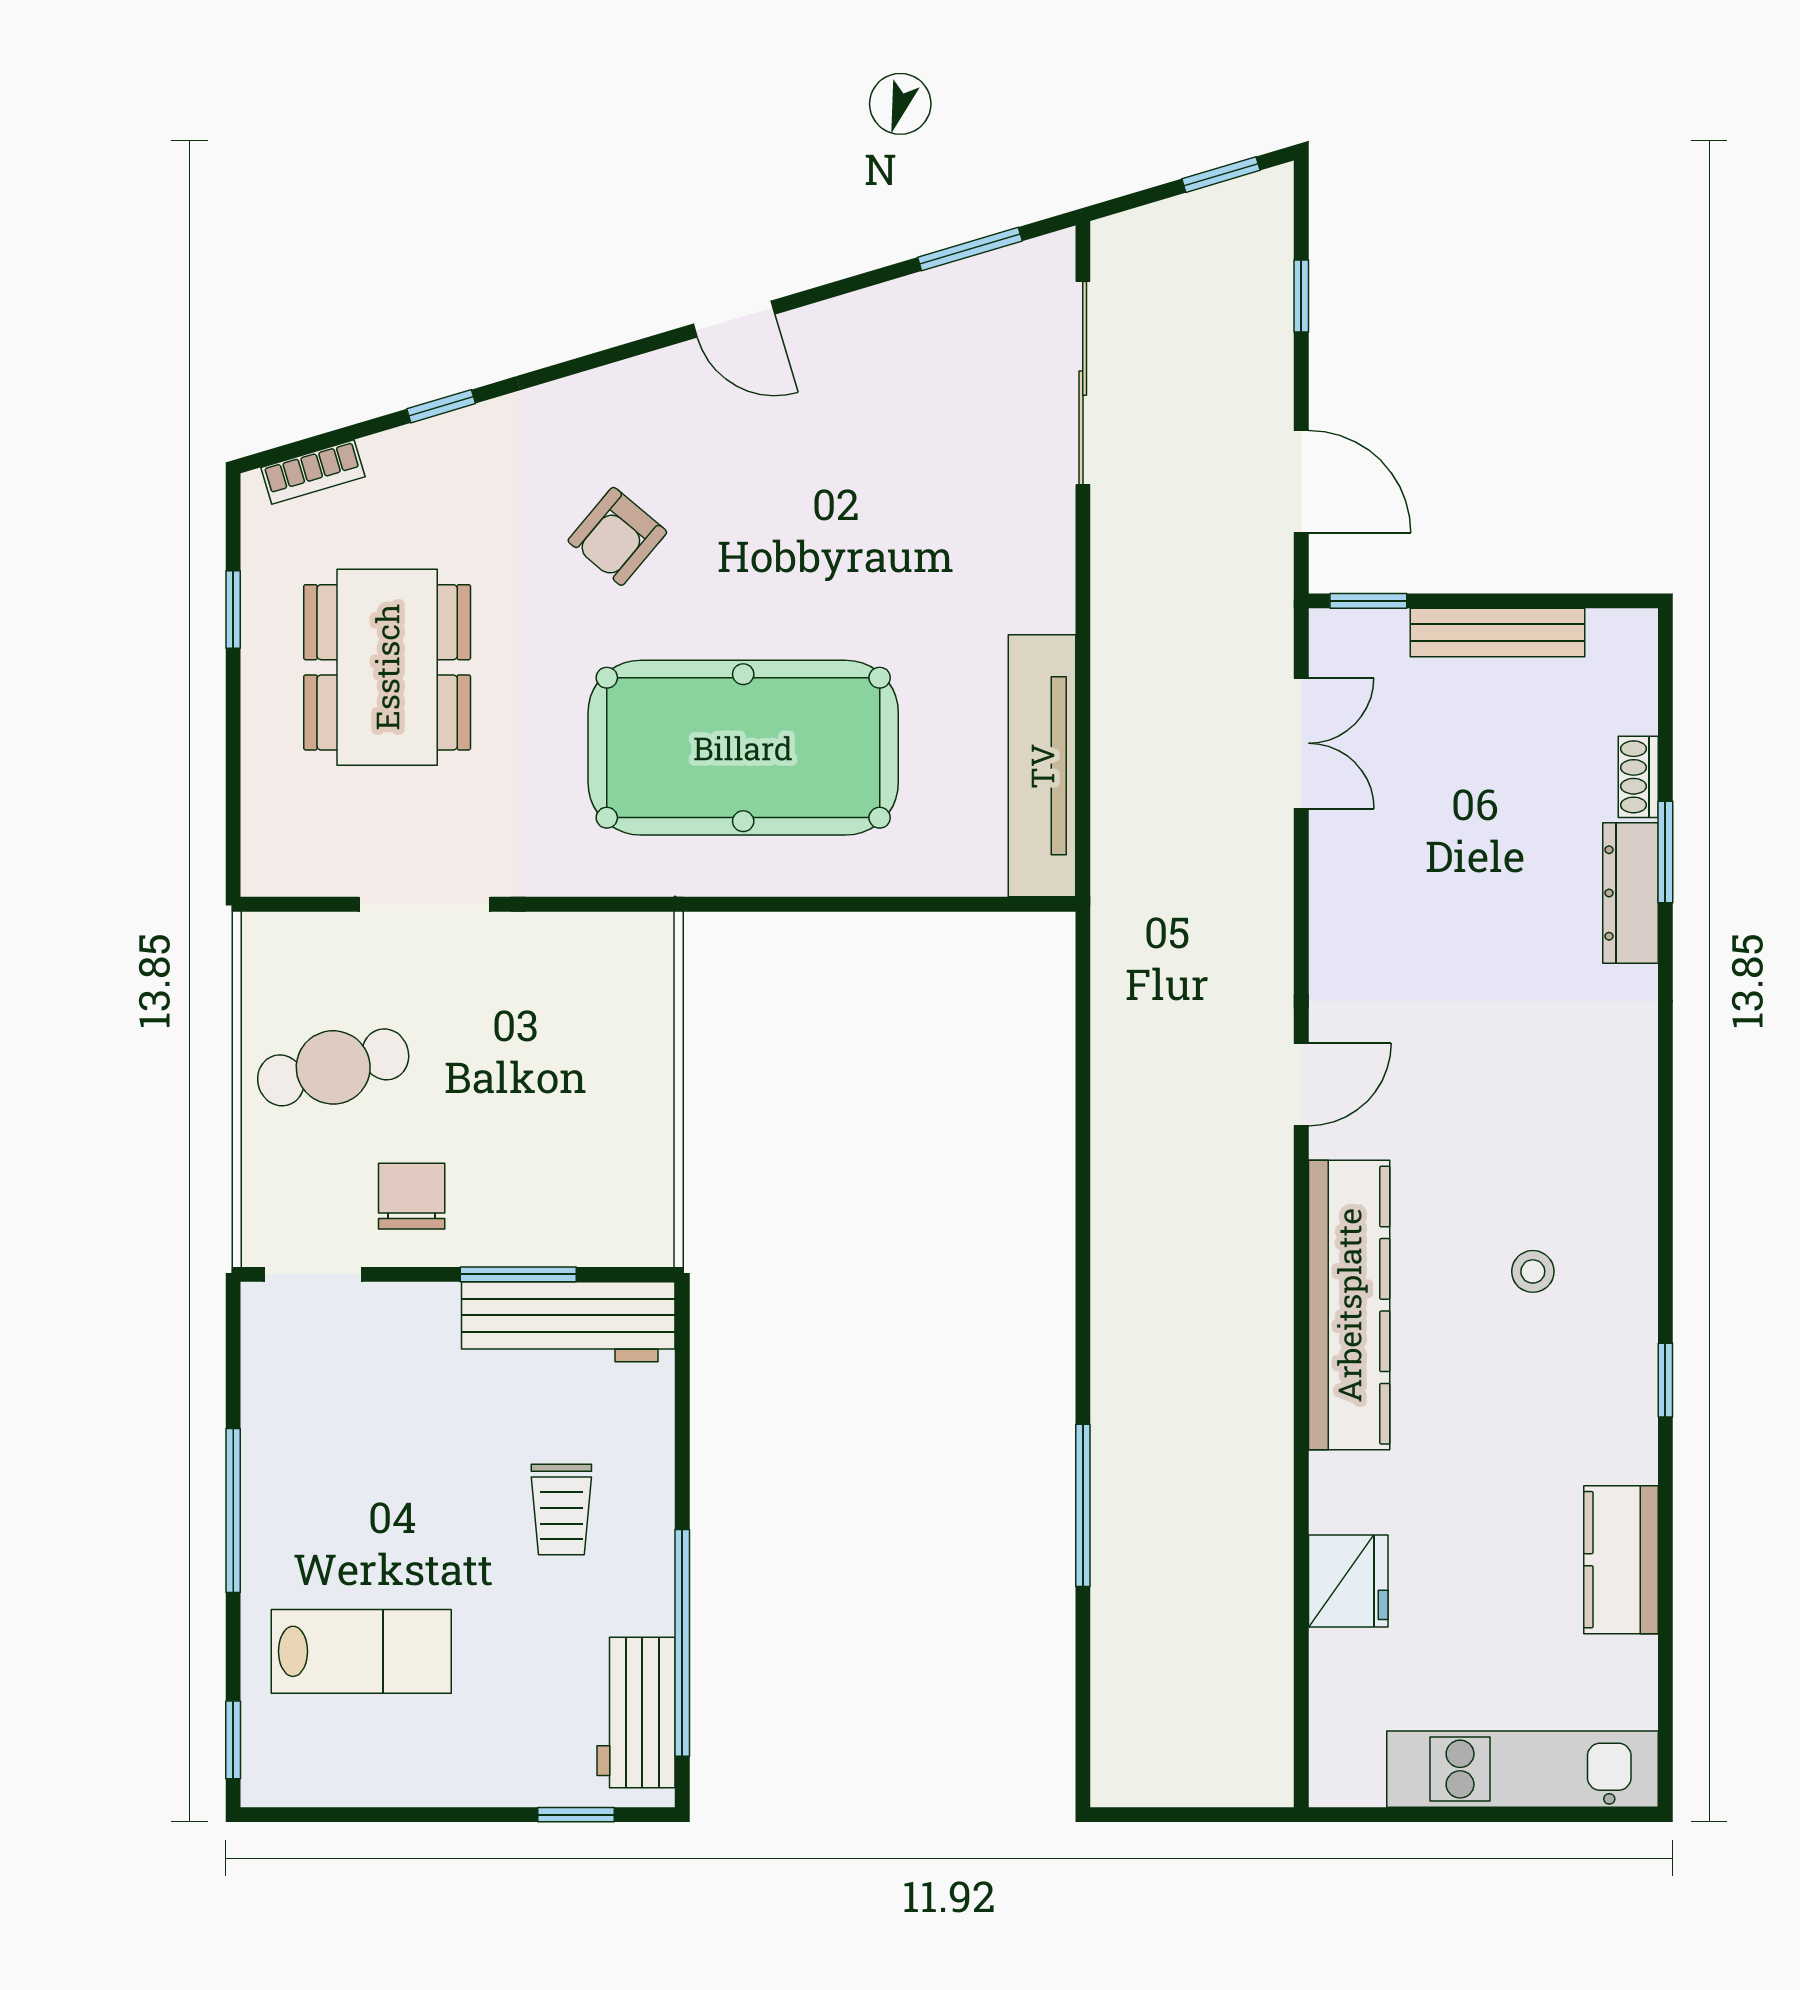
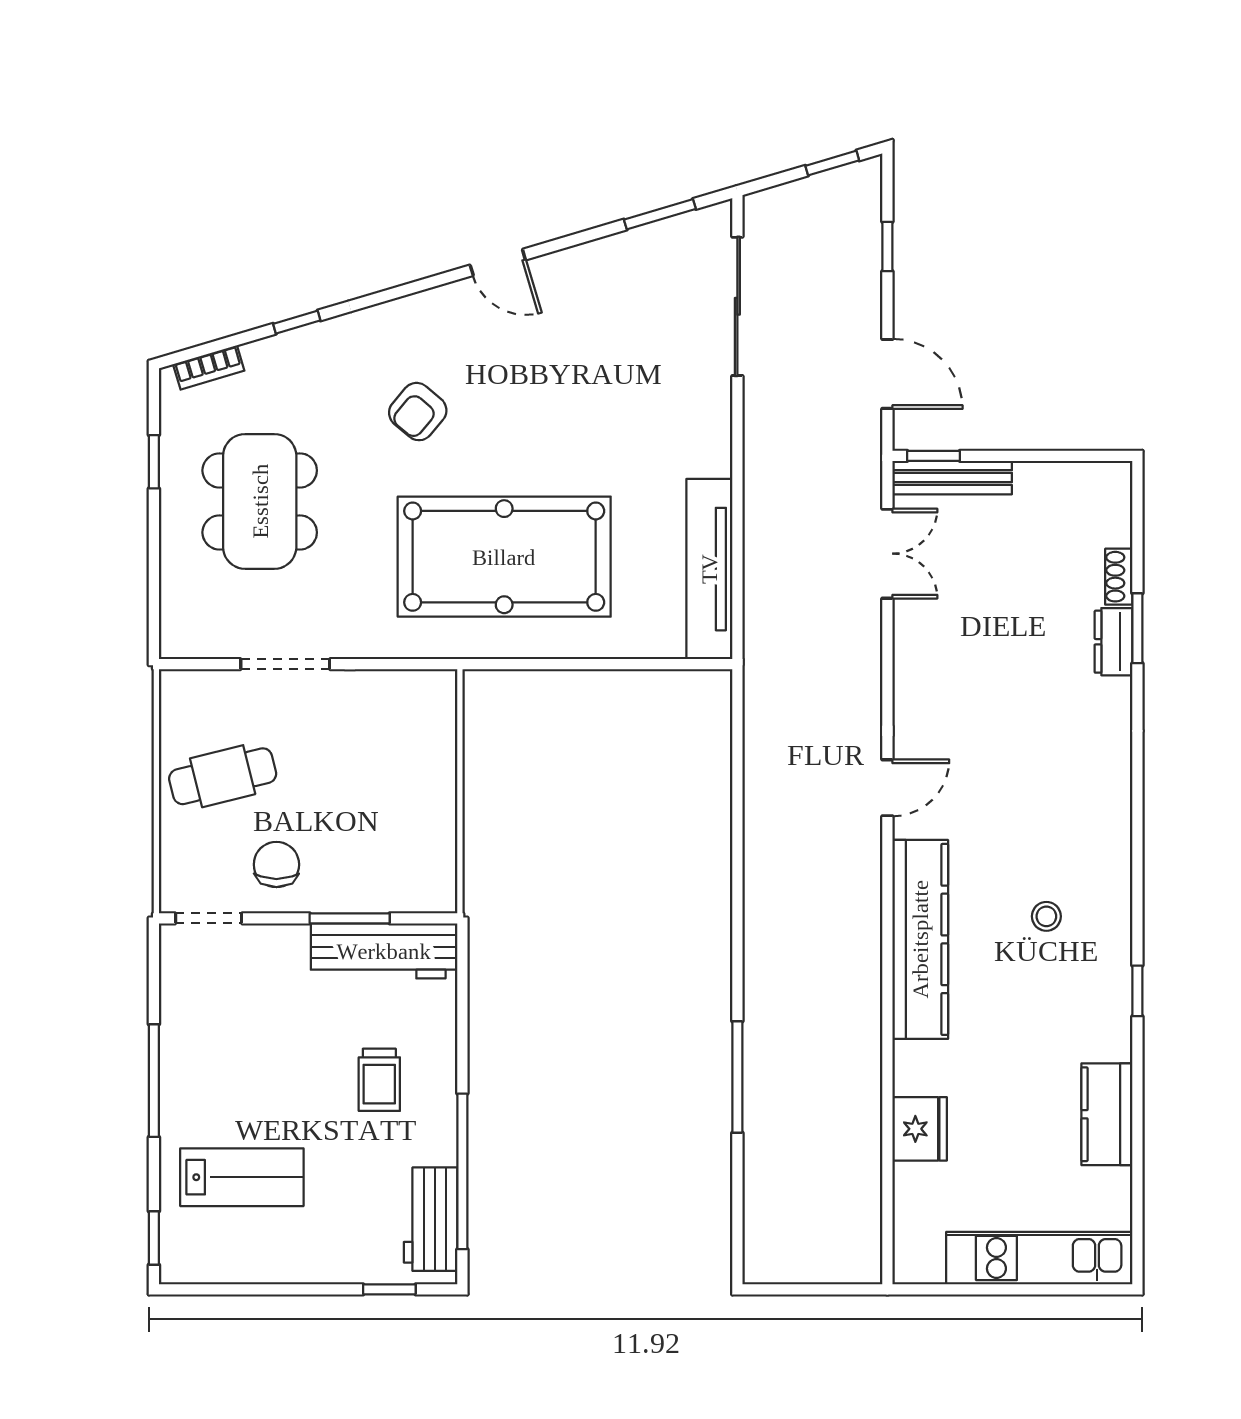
bench: (1498, 632) -> (952, 478), moved
dresser: (1631, 893) -> (1113, 642), width x0.70

